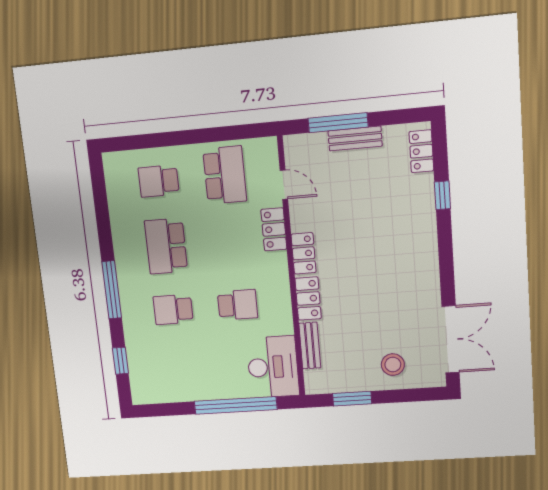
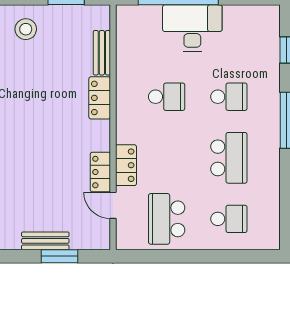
window: (338, 123) -> (60, 256), width x0.69
locker: (304, 253) -> (100, 172), moved
school desk: (238, 305) -> (167, 97), turned 180
desk: (273, 367) -> (192, 28), moved, turned 90

